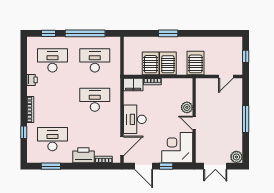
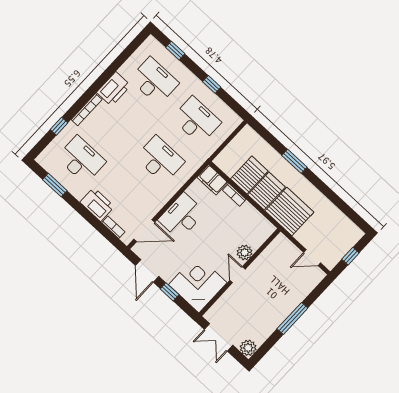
window: (85, 33) -> (212, 84), width x0.32
server rack: (196, 63) -> (289, 212), width x1.60
printer: (32, 80) -> (114, 89), width x1.87, depth x1.48

